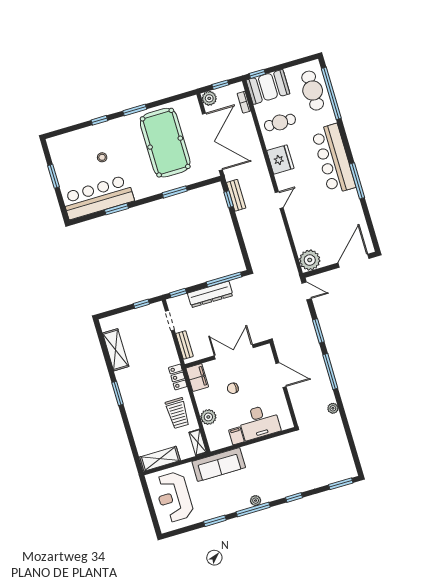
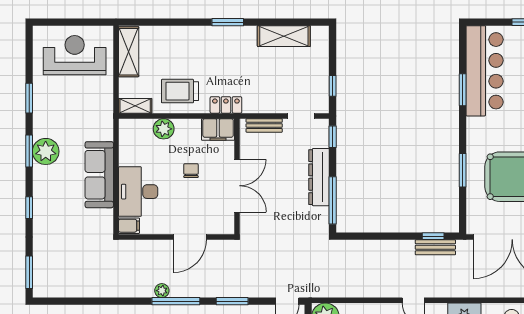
plant: (333, 408) -> (162, 291), moved
filing cabinet: (236, 436) -> (129, 226), moved
sofa: (219, 465) -> (99, 175), moved
plant: (256, 501) -> (46, 151), width x1.87, depth x1.87
window: (253, 510) -> (29, 151), width x0.69

